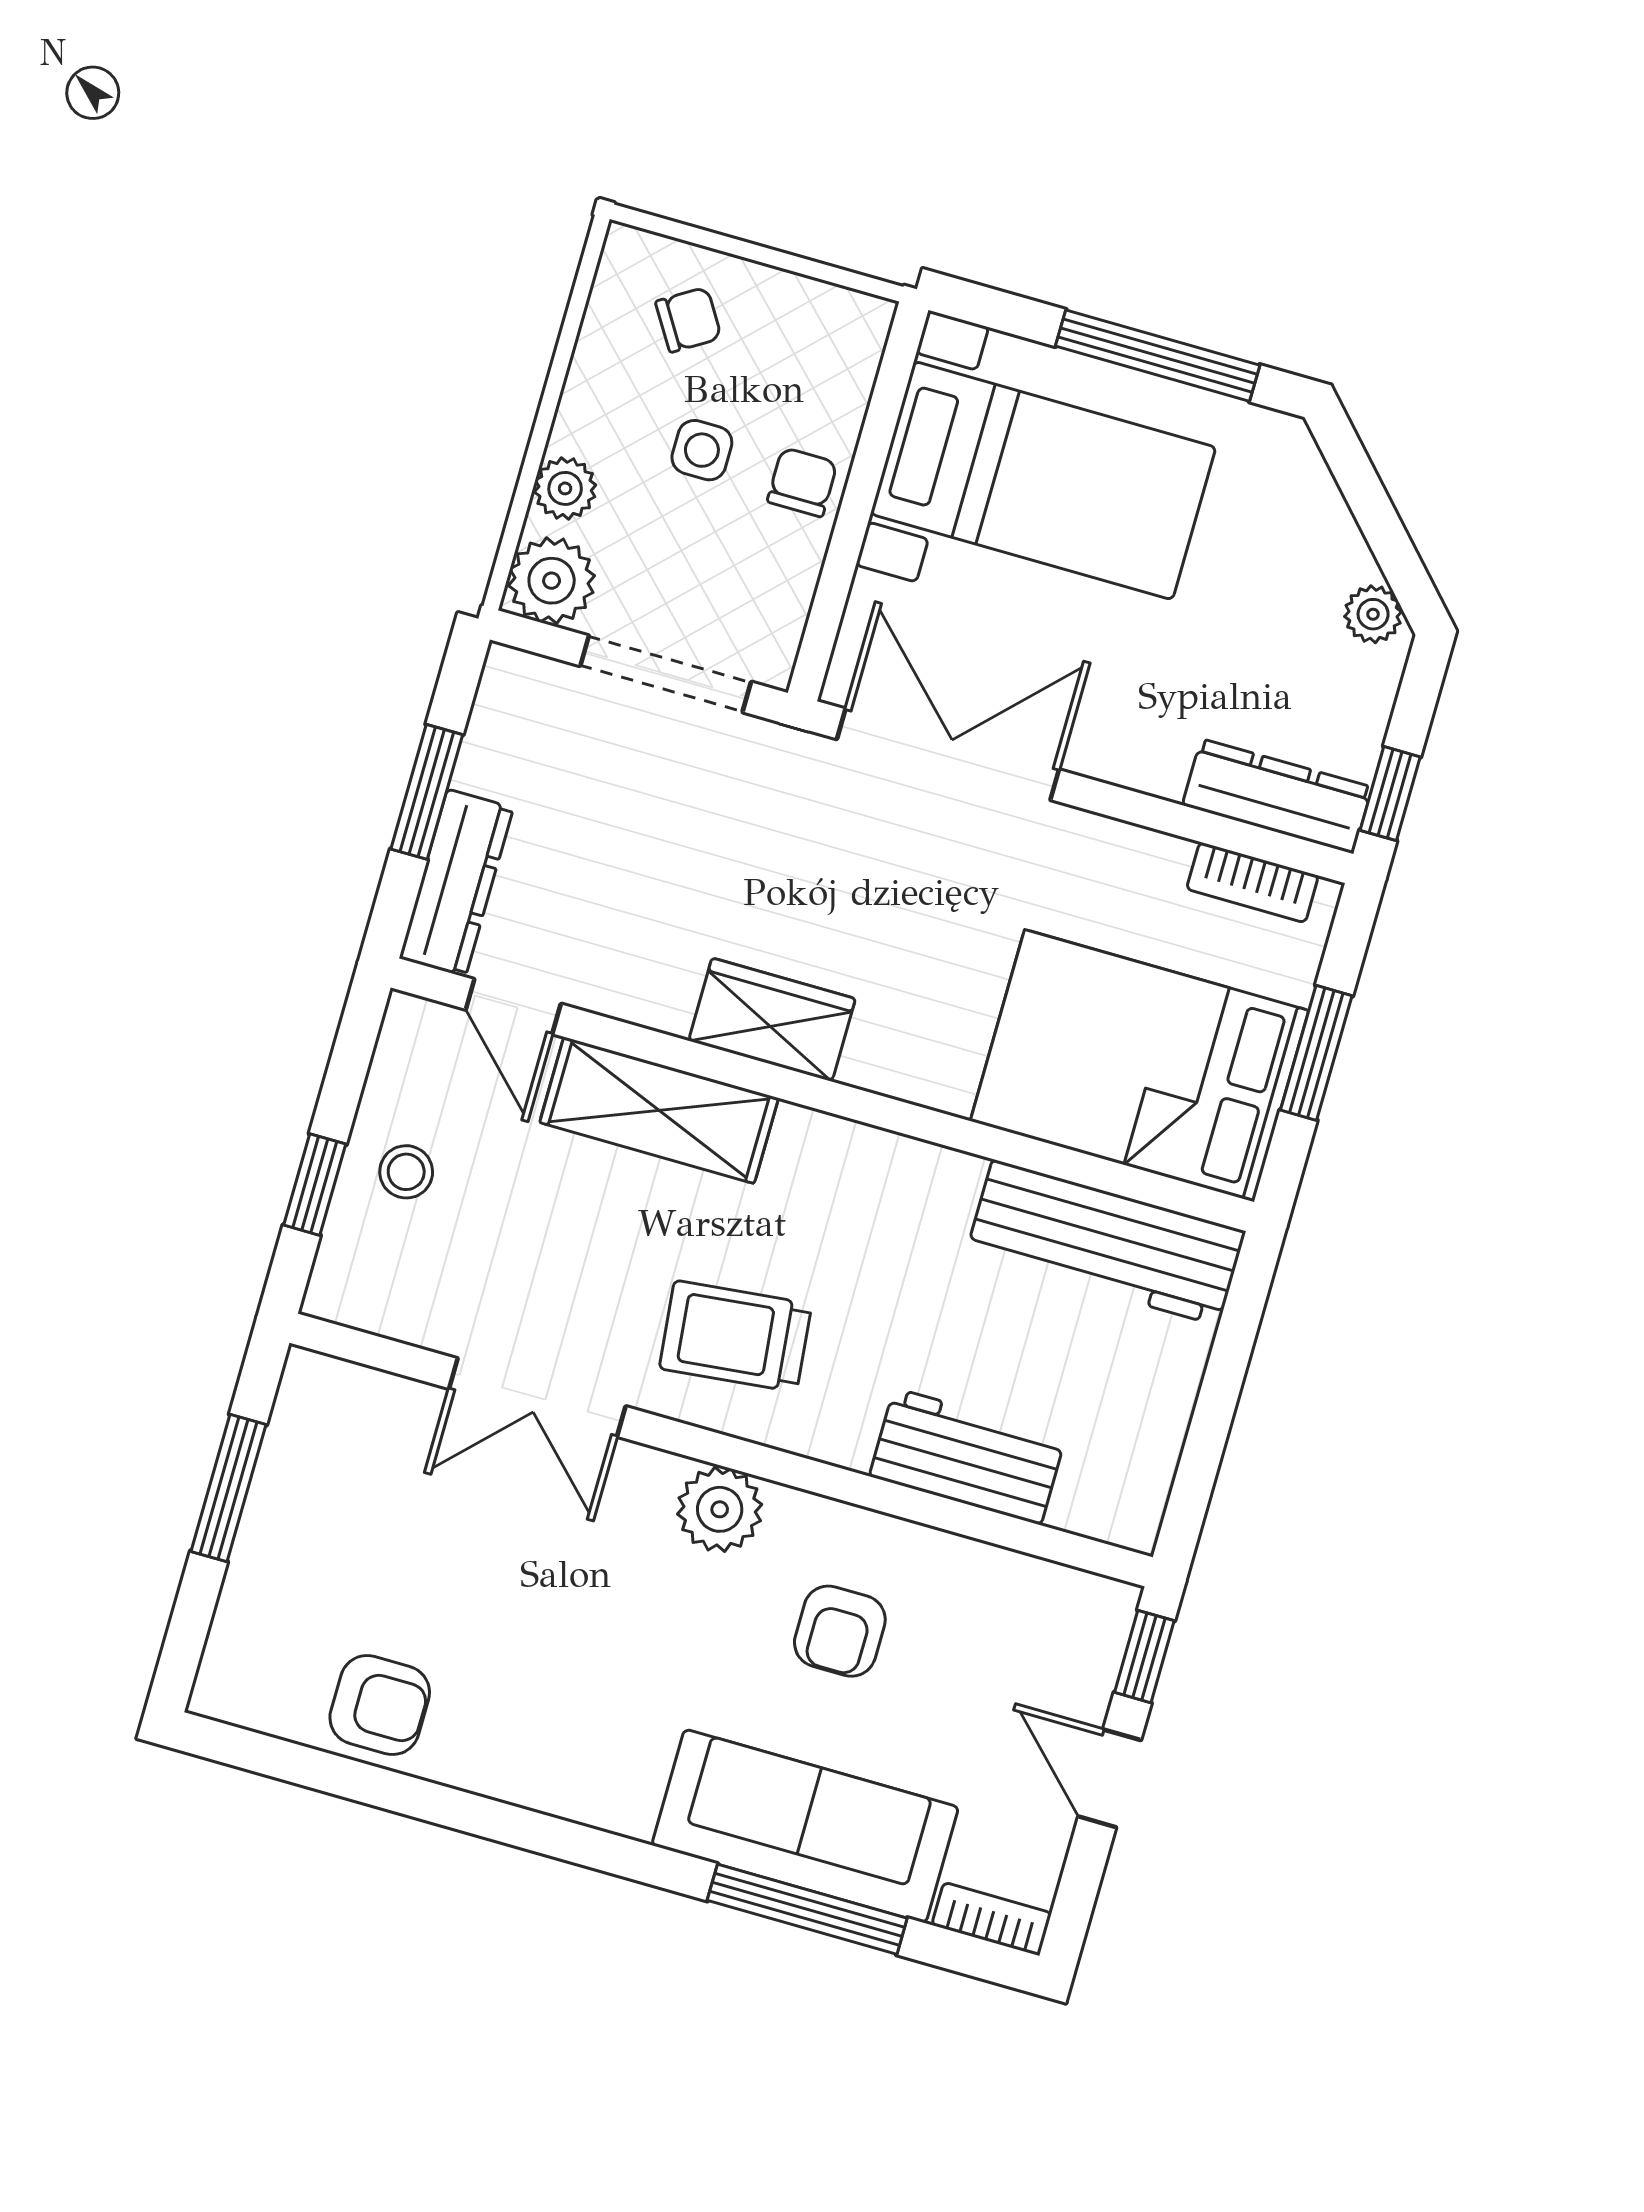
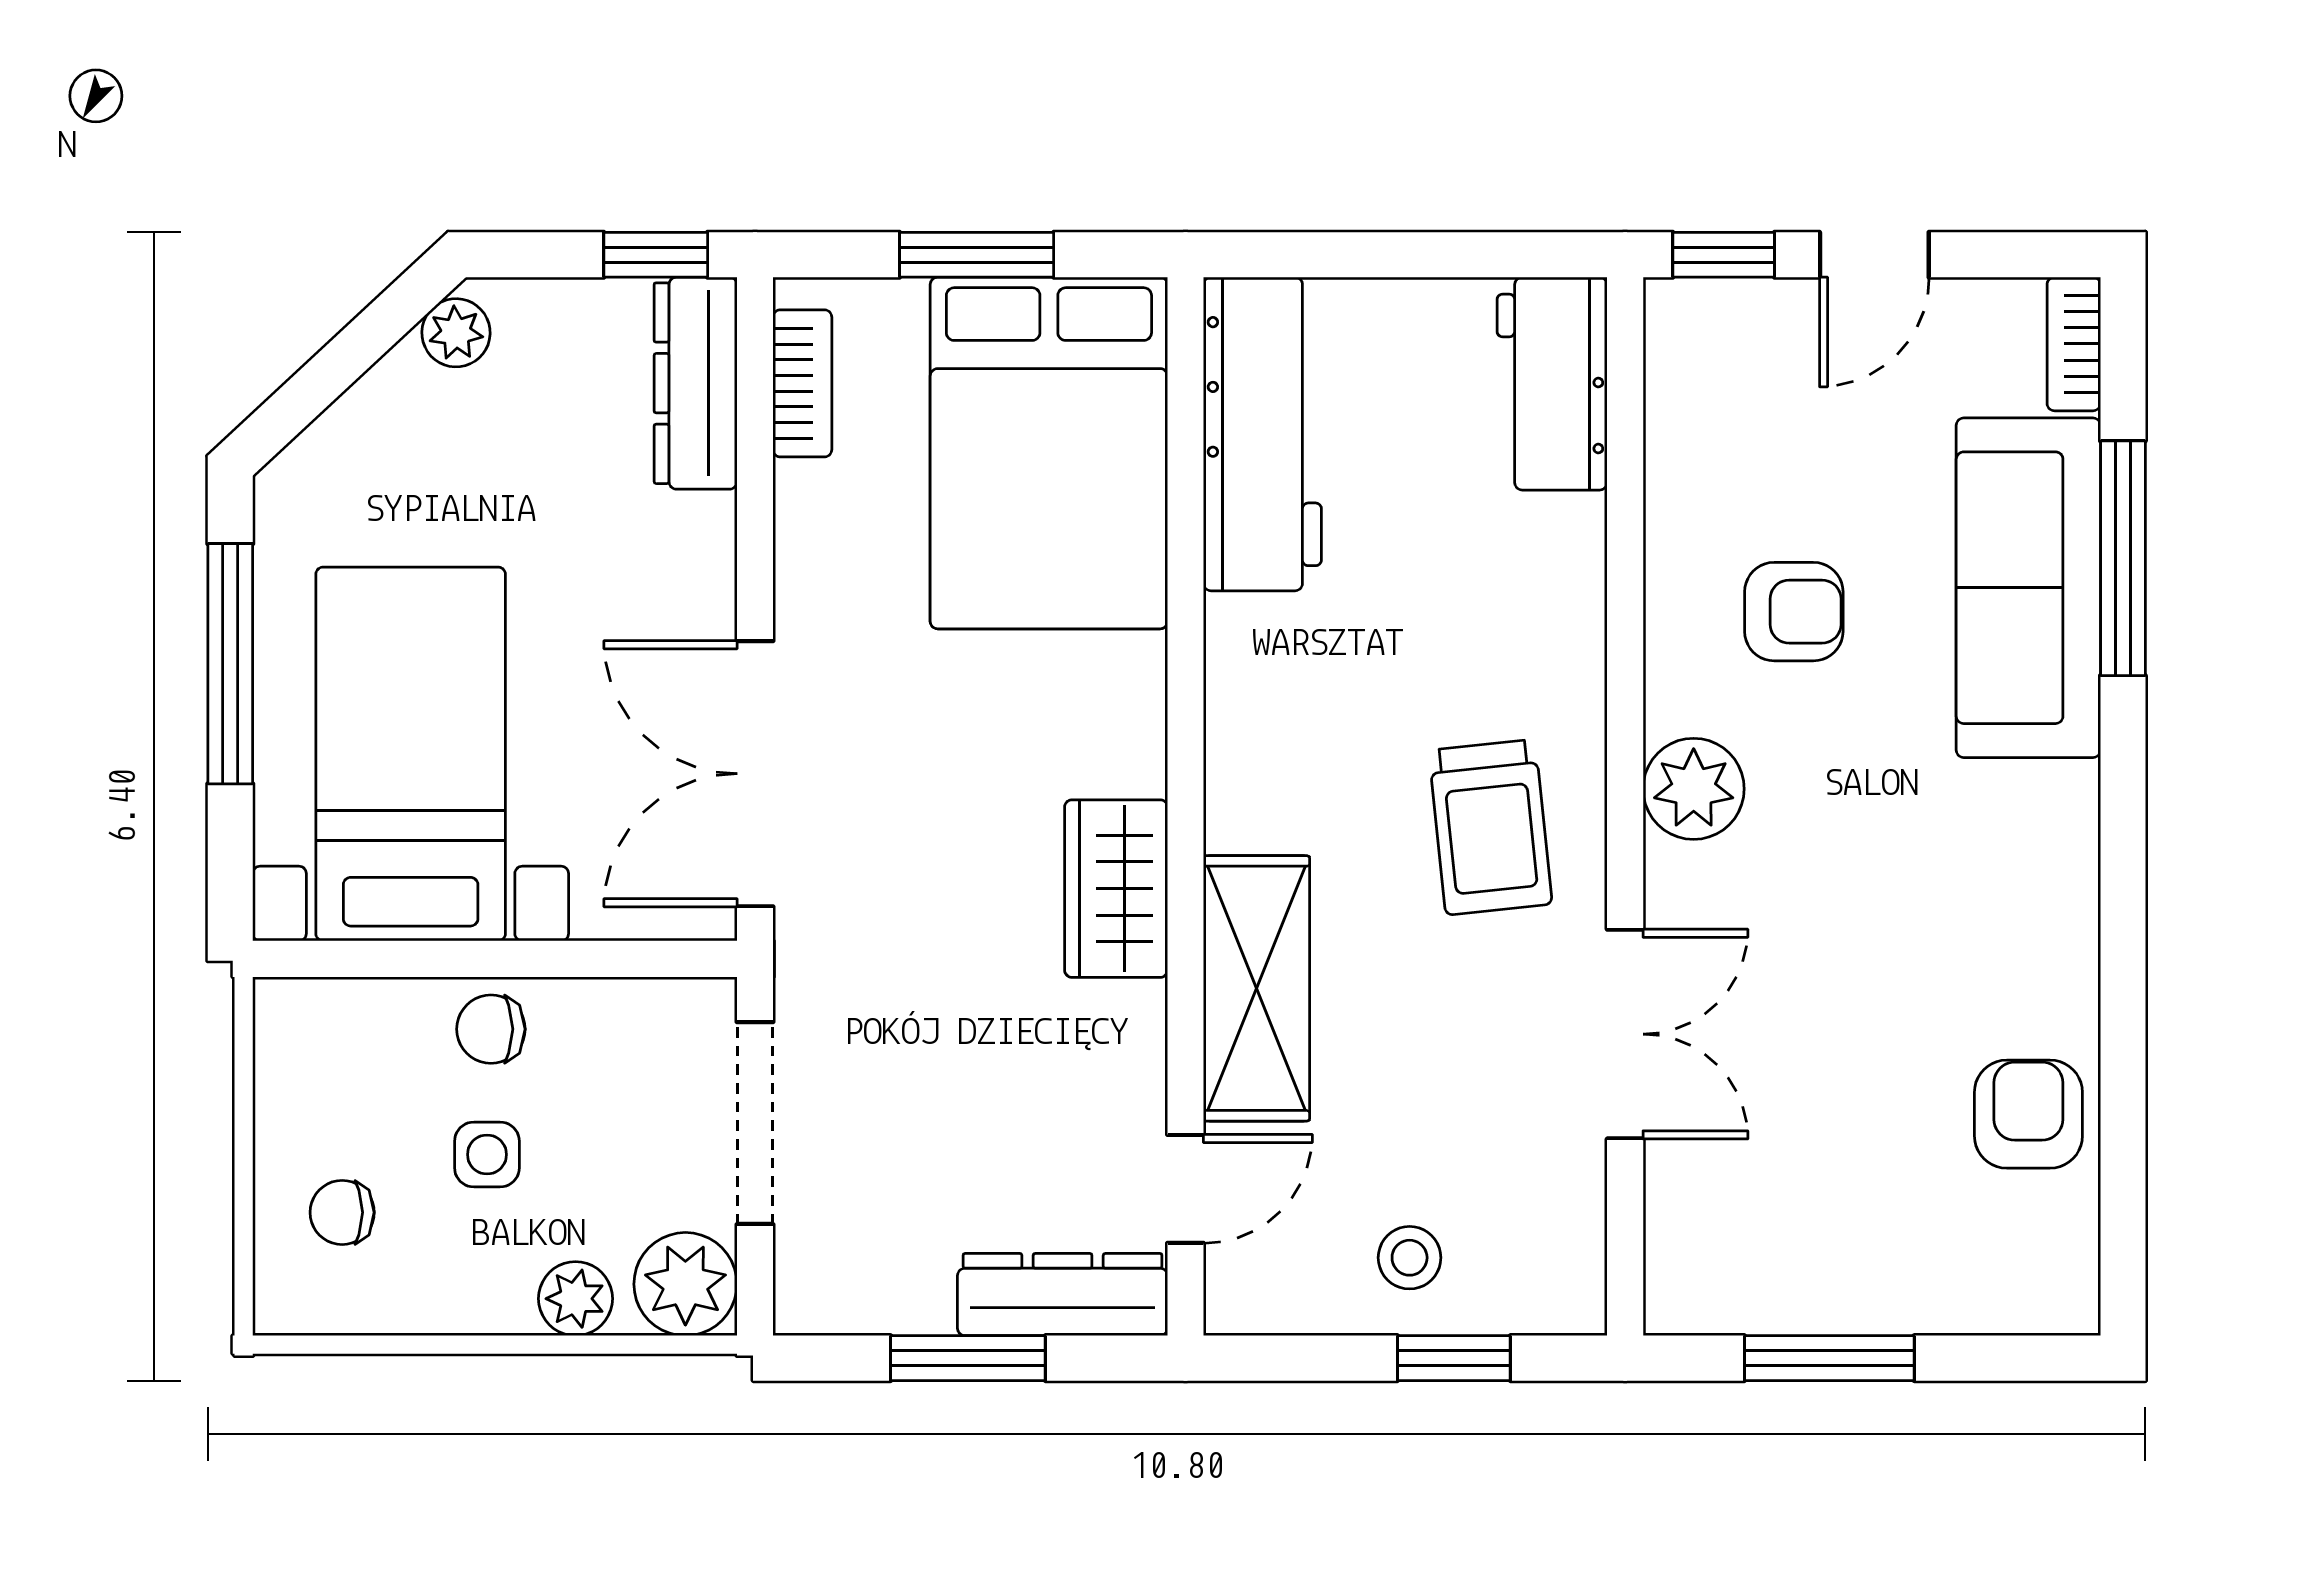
chair: (688, 320) -> (342, 1212), turned -58
workbench: (968, 1456) -> (1552, 384), moved

